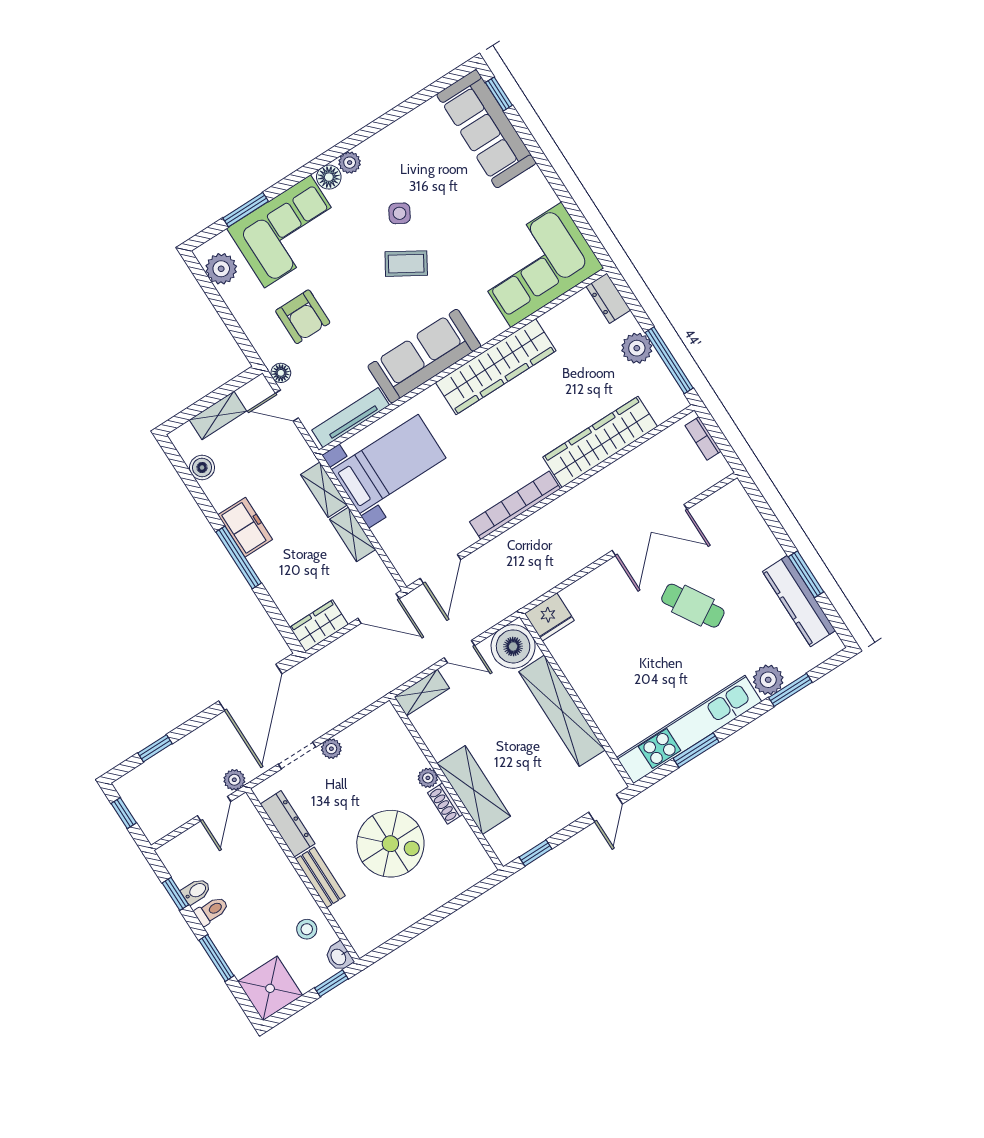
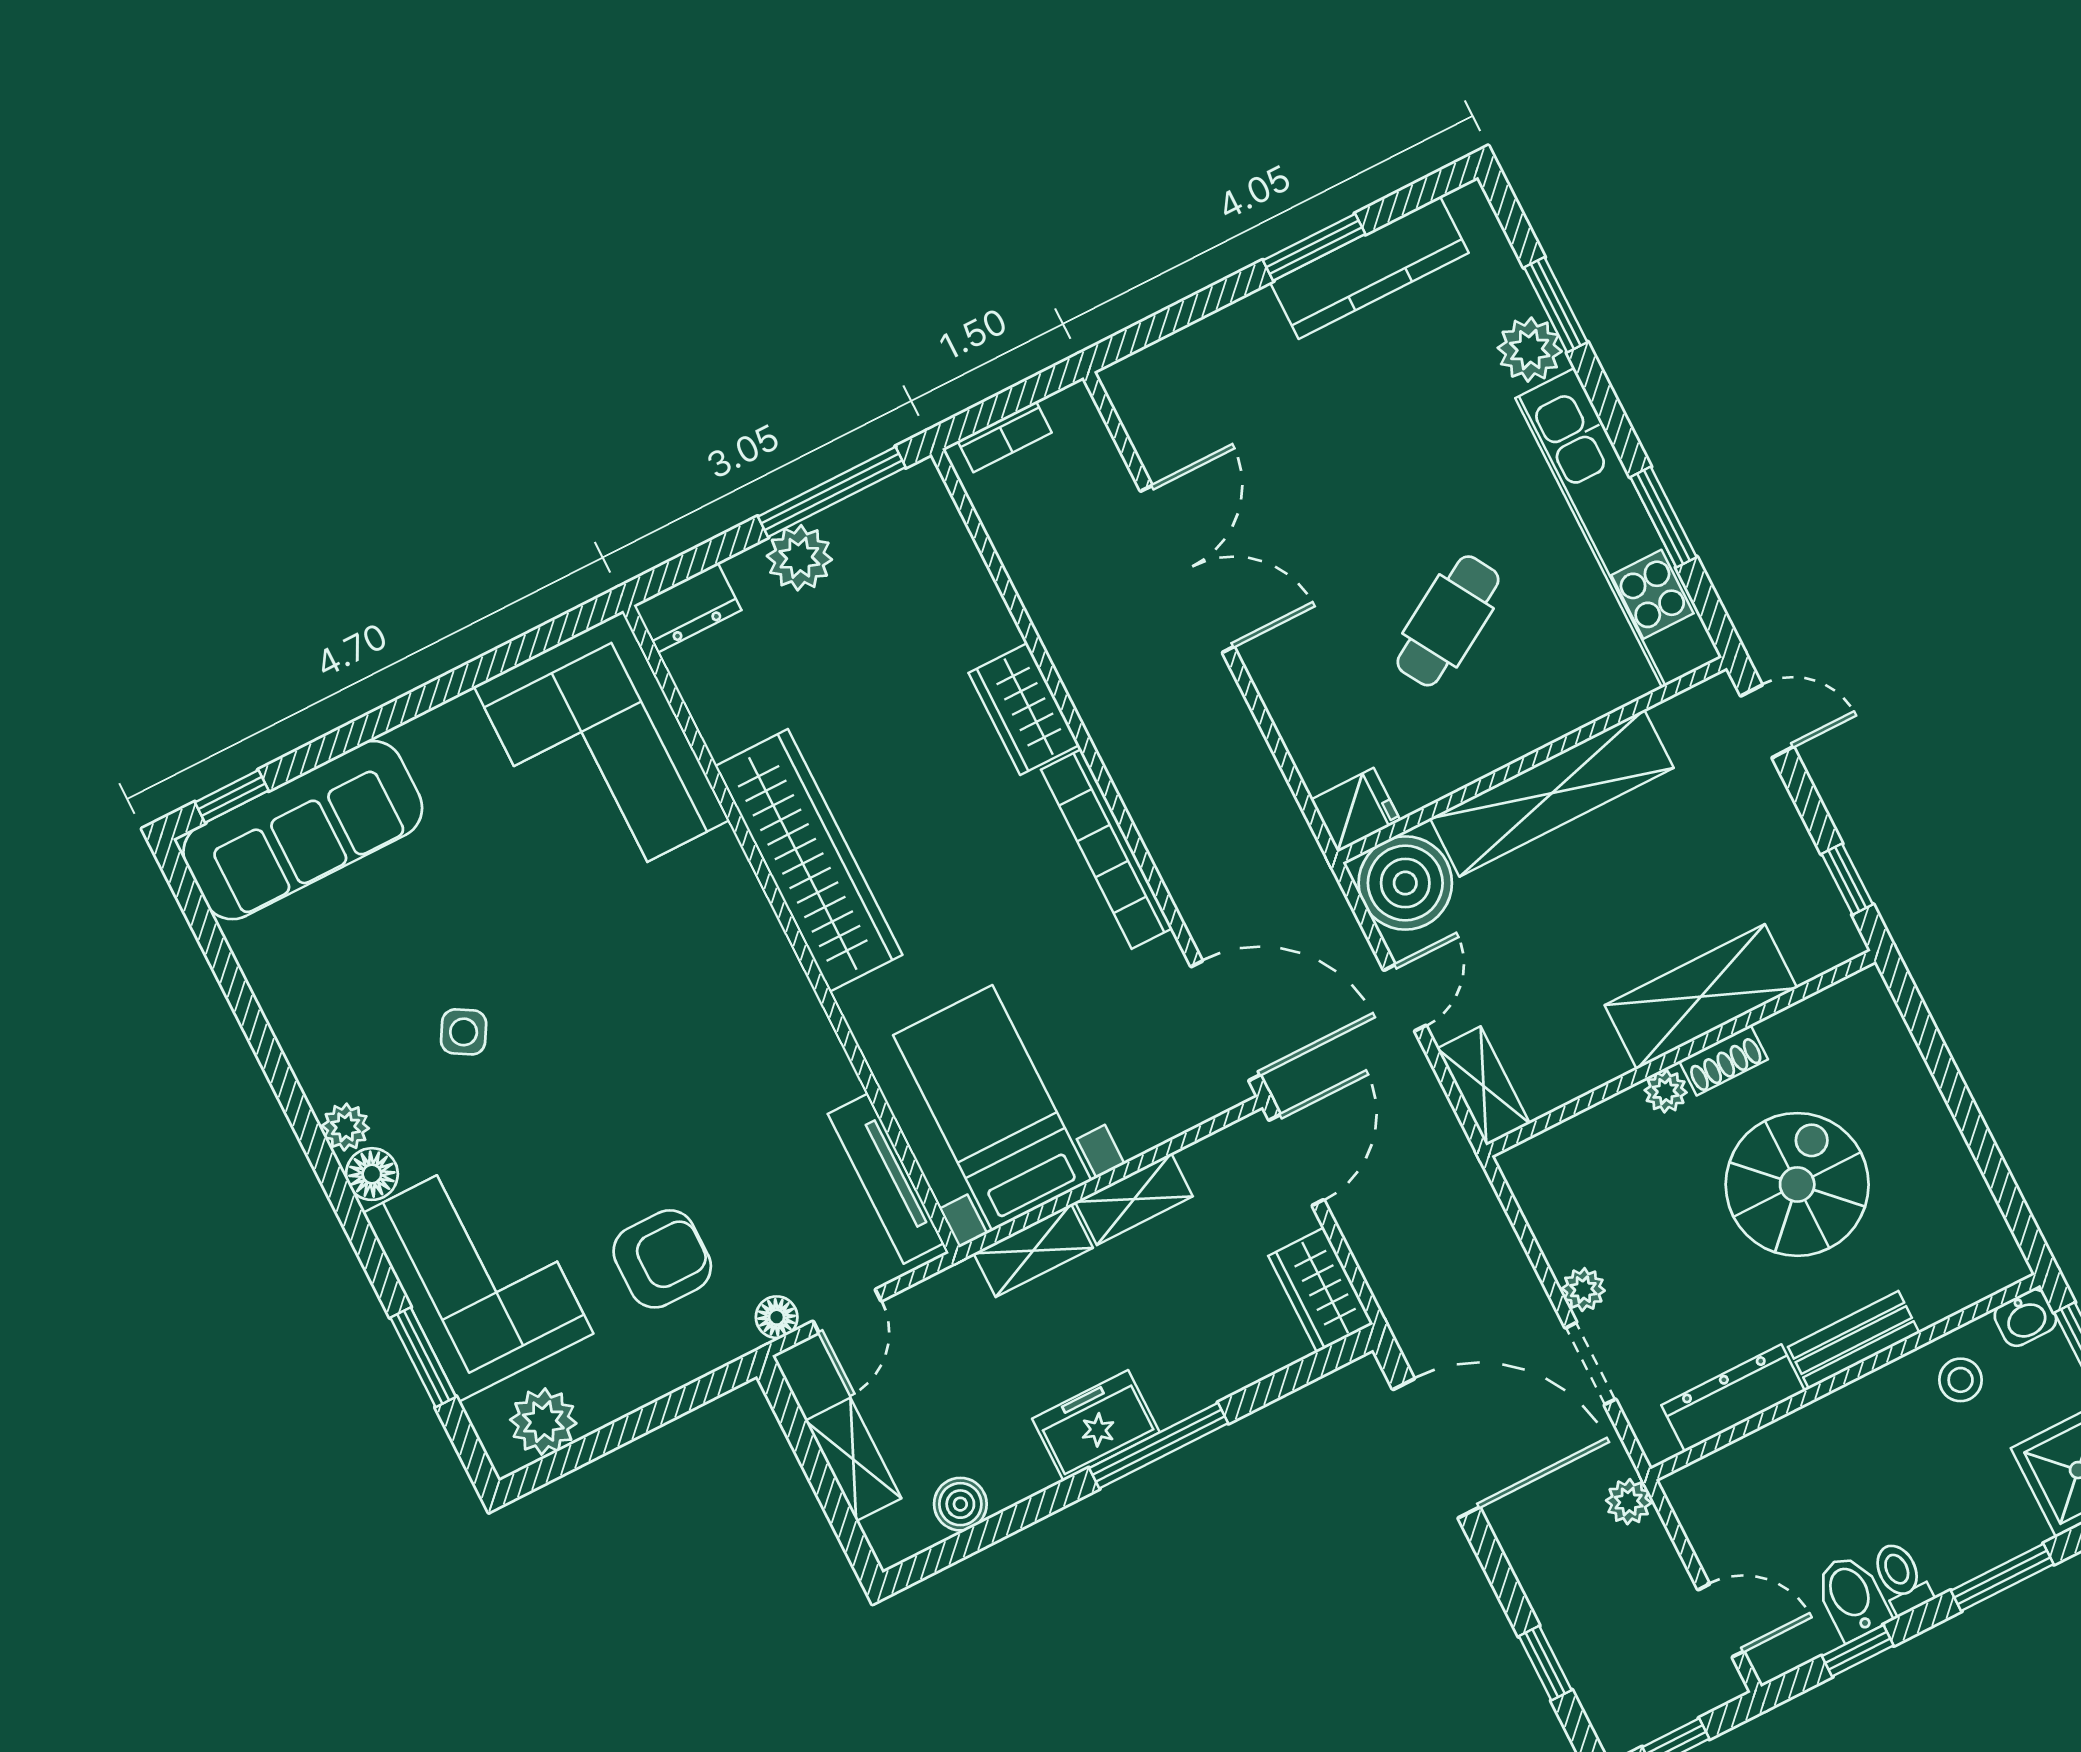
coffee table: (406, 264) -> (572, 1028), removed
sofa: (424, 356) -> (771, 1010), removed
wardrobe: (600, 442) -> (1024, 709), width x0.48, depth x0.85
door: (440, 569) -> (1226, 1021), width x1.36
cafe table: (693, 606) -> (1448, 621), moved
fridge: (549, 617) -> (1356, 810), width x0.72
door: (214, 809) -> (1721, 1621), moved
bidet: (196, 891) -> (1852, 1597), width x1.38, depth x1.36

